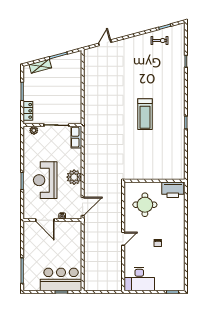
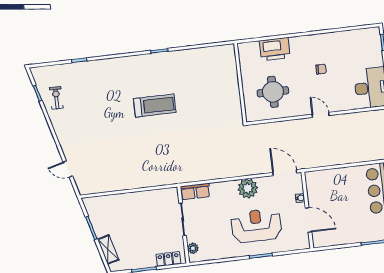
reception desk: (45, 180) -> (256, 226), turned 180
printer: (173, 190) -> (275, 49), moved, turned 90
door: (45, 220) -> (309, 220), hinge flipped

